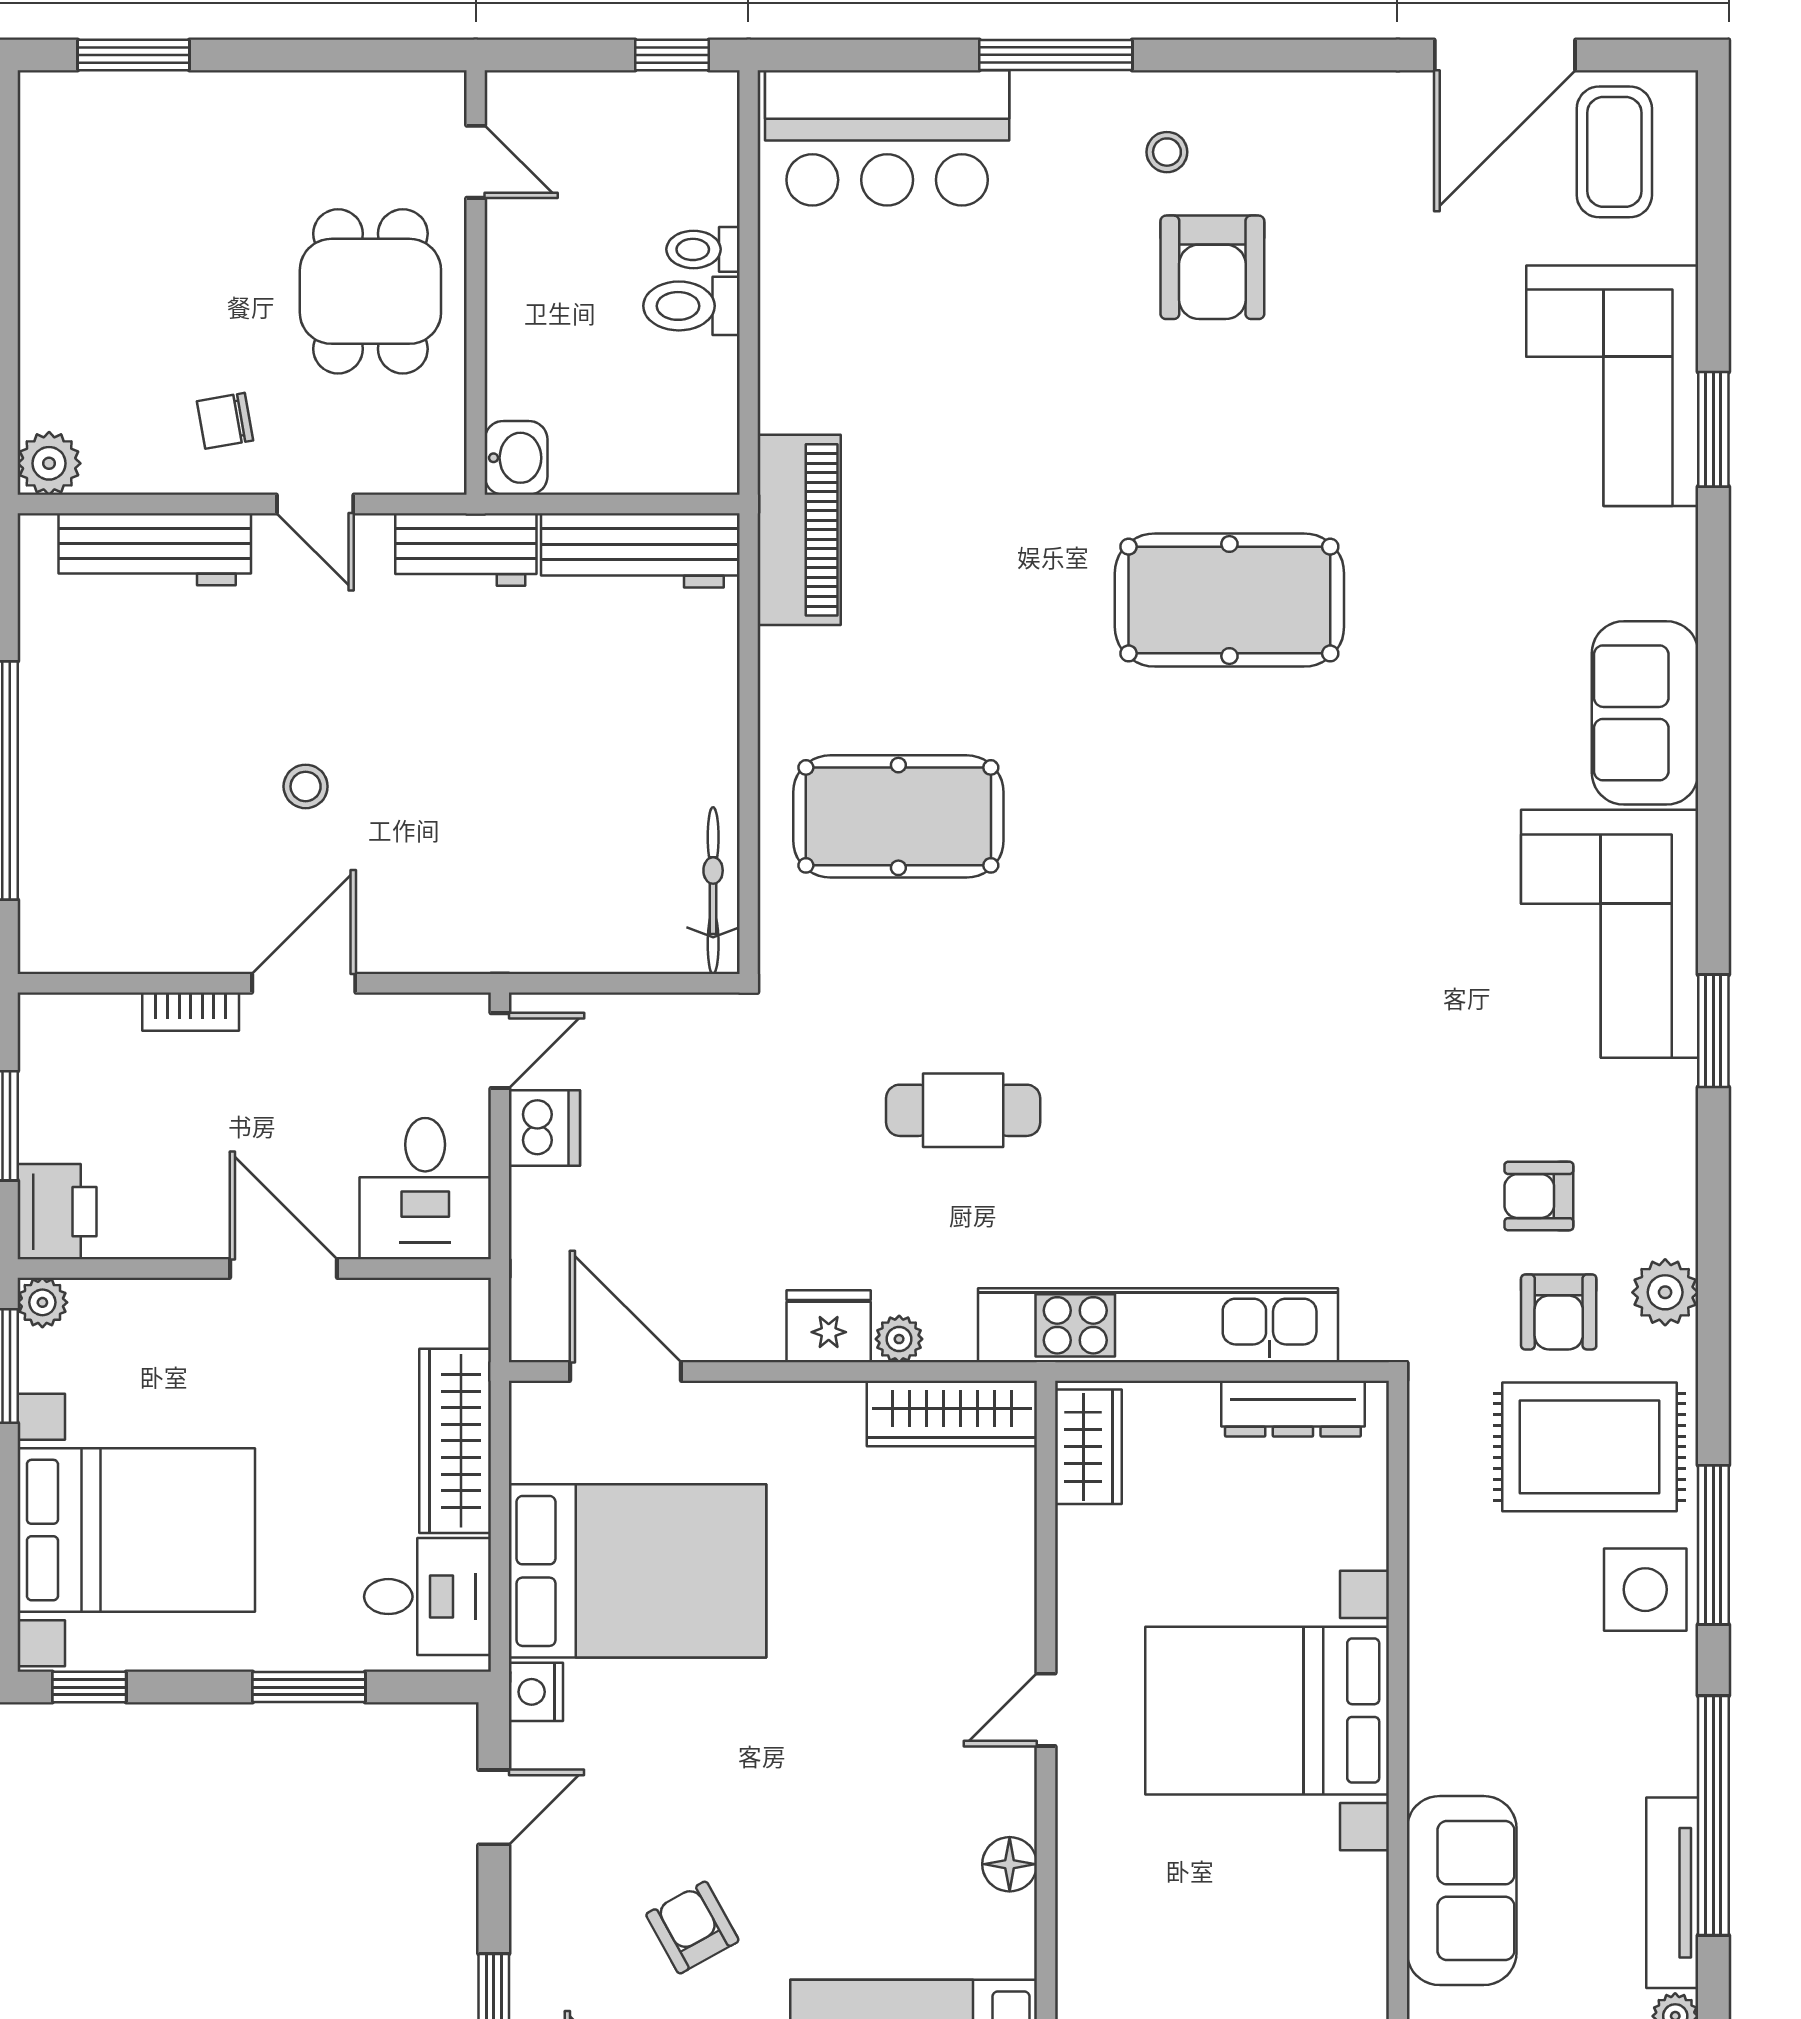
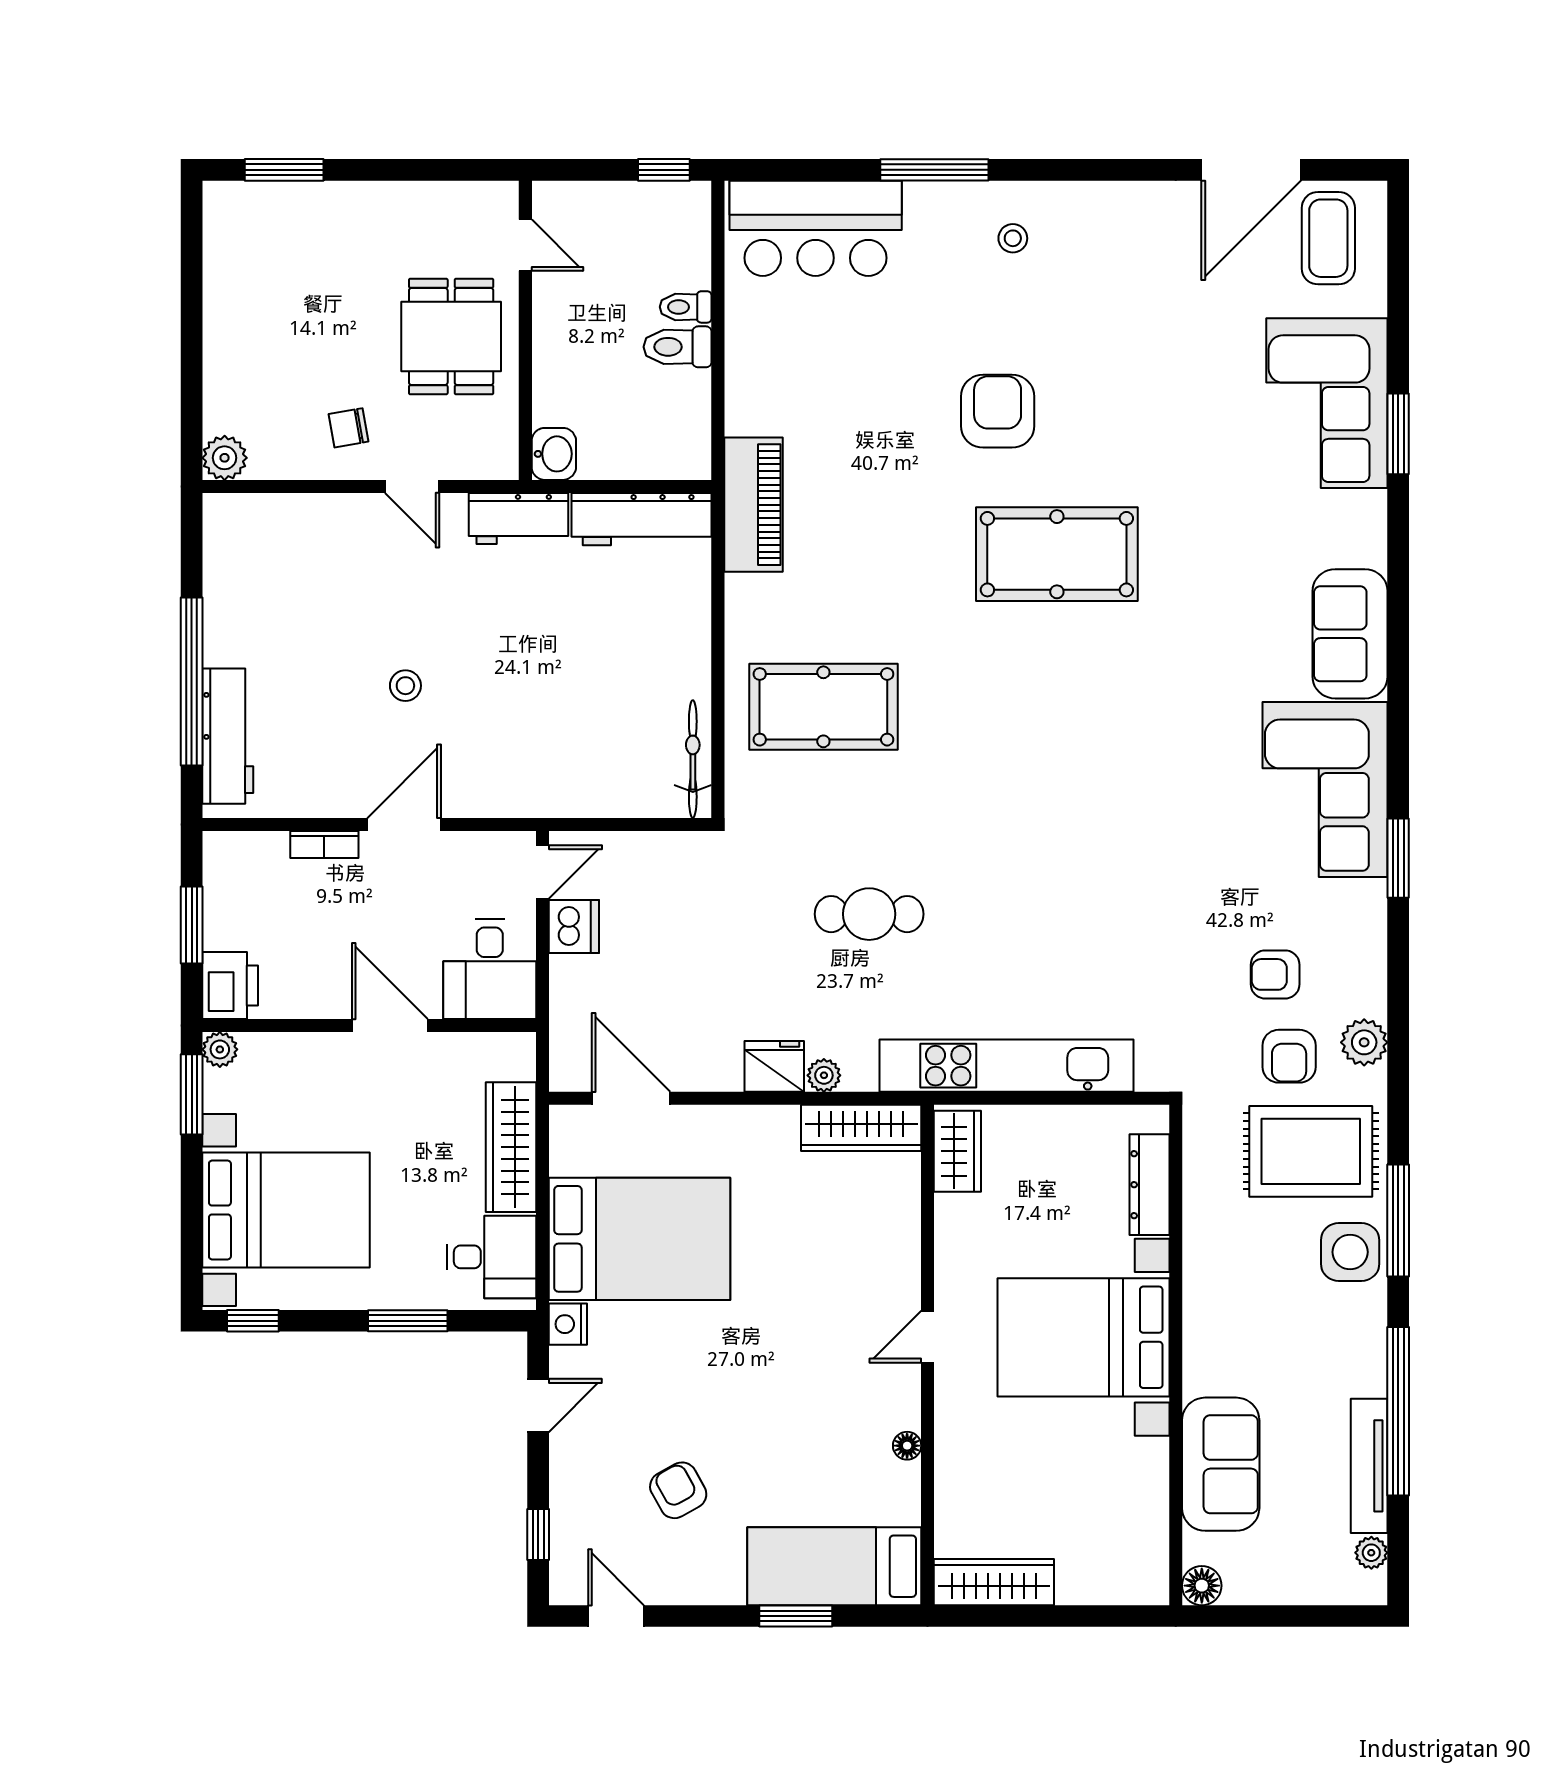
armchair: (1212, 267) -> (998, 411), moved, turned 180
workbench: (155, 549) -> (228, 736), moved, turned -90
dresser: (1293, 1409) -> (1149, 1185), moved, turned 90
floor lamp: (1010, 1864) -> (907, 1446), width x0.73, depth x0.73

